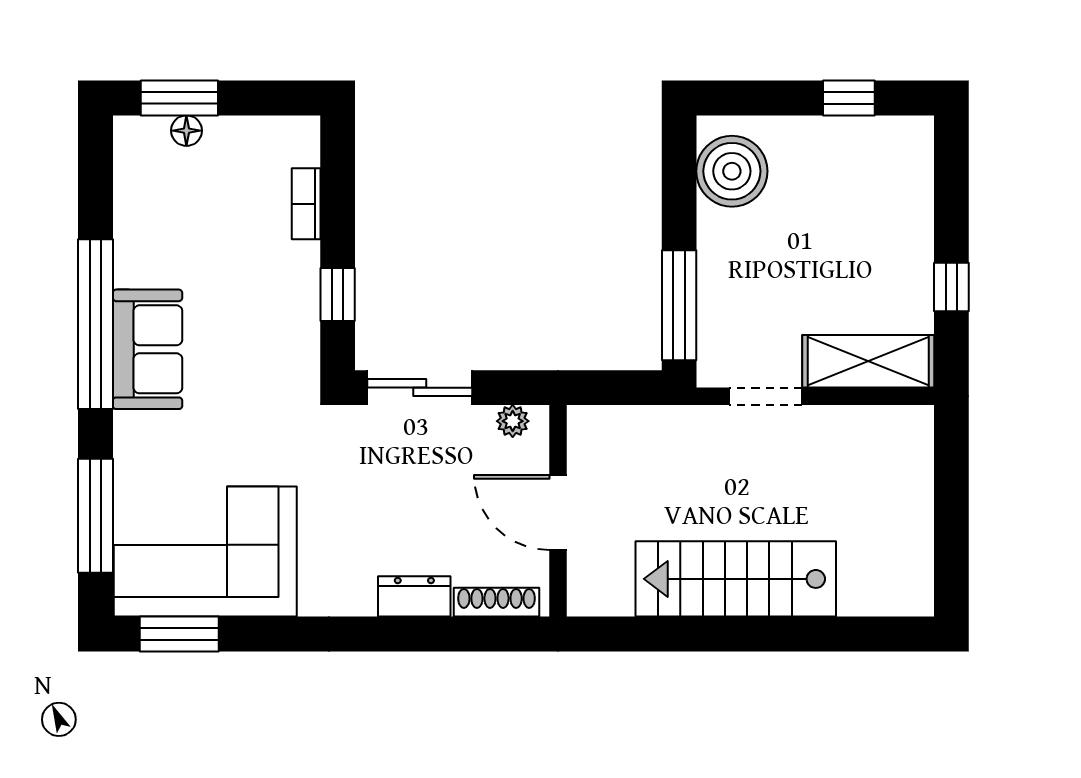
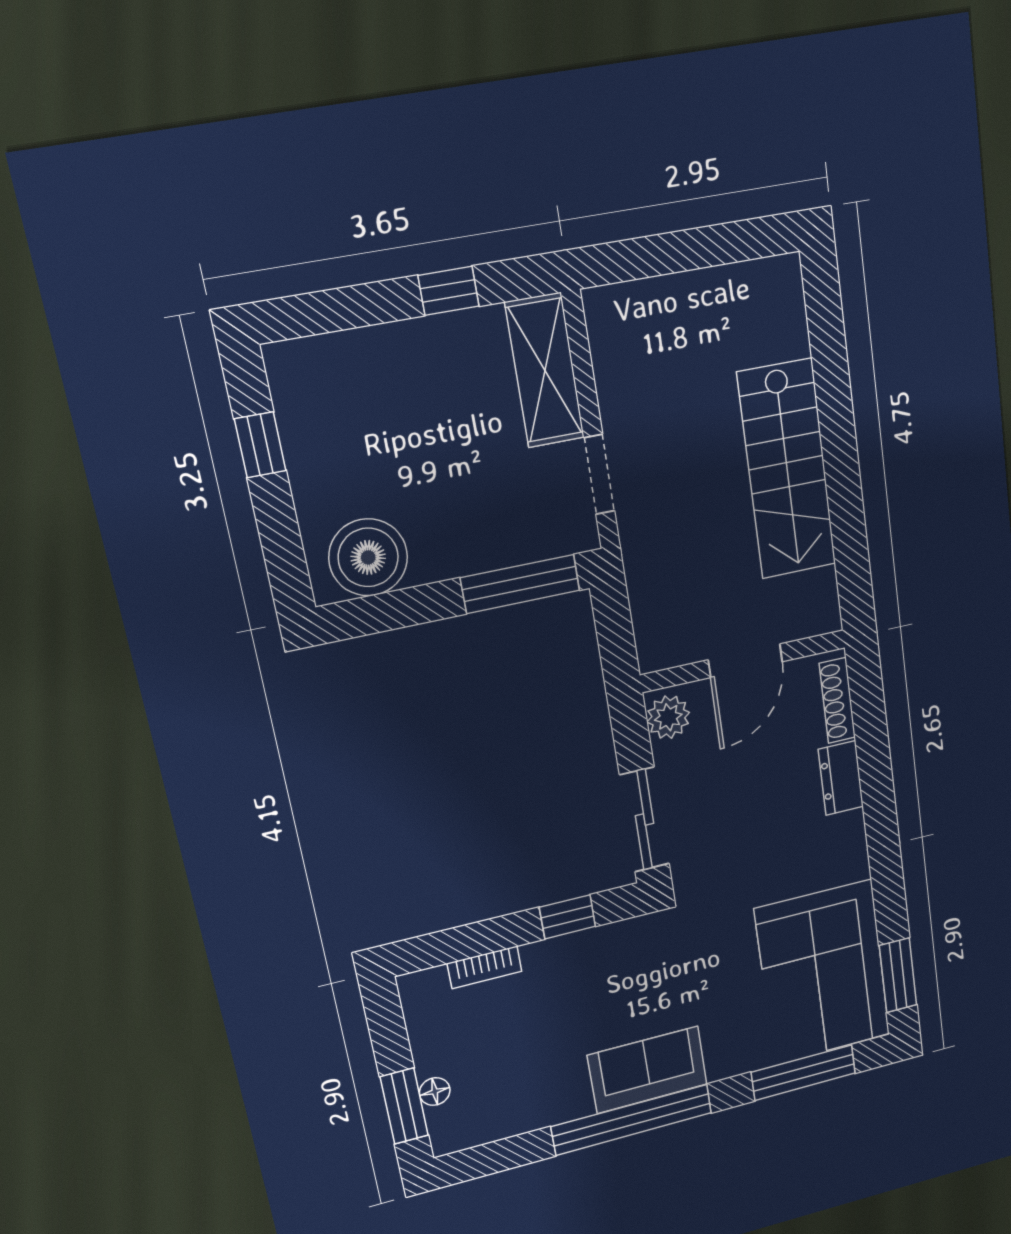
plant: (513, 421) -> (668, 717), width x1.38, depth x1.38

